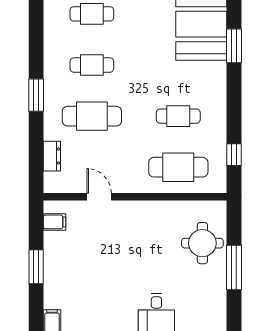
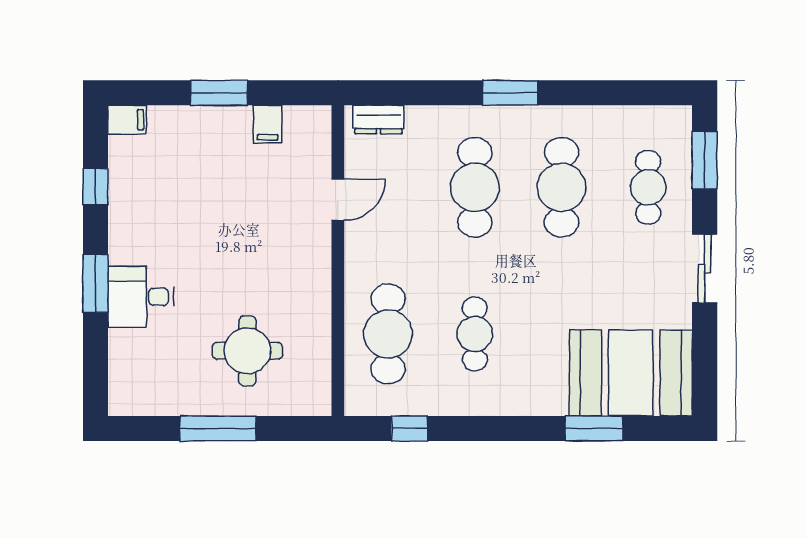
cafe table: (92, 65) -> (561, 187), width x1.37, depth x1.35
dresser: (52, 156) -> (378, 120), moved
filing cabinet: (55, 222) -> (268, 124), moved
round table: (202, 243) -> (247, 351), moved

